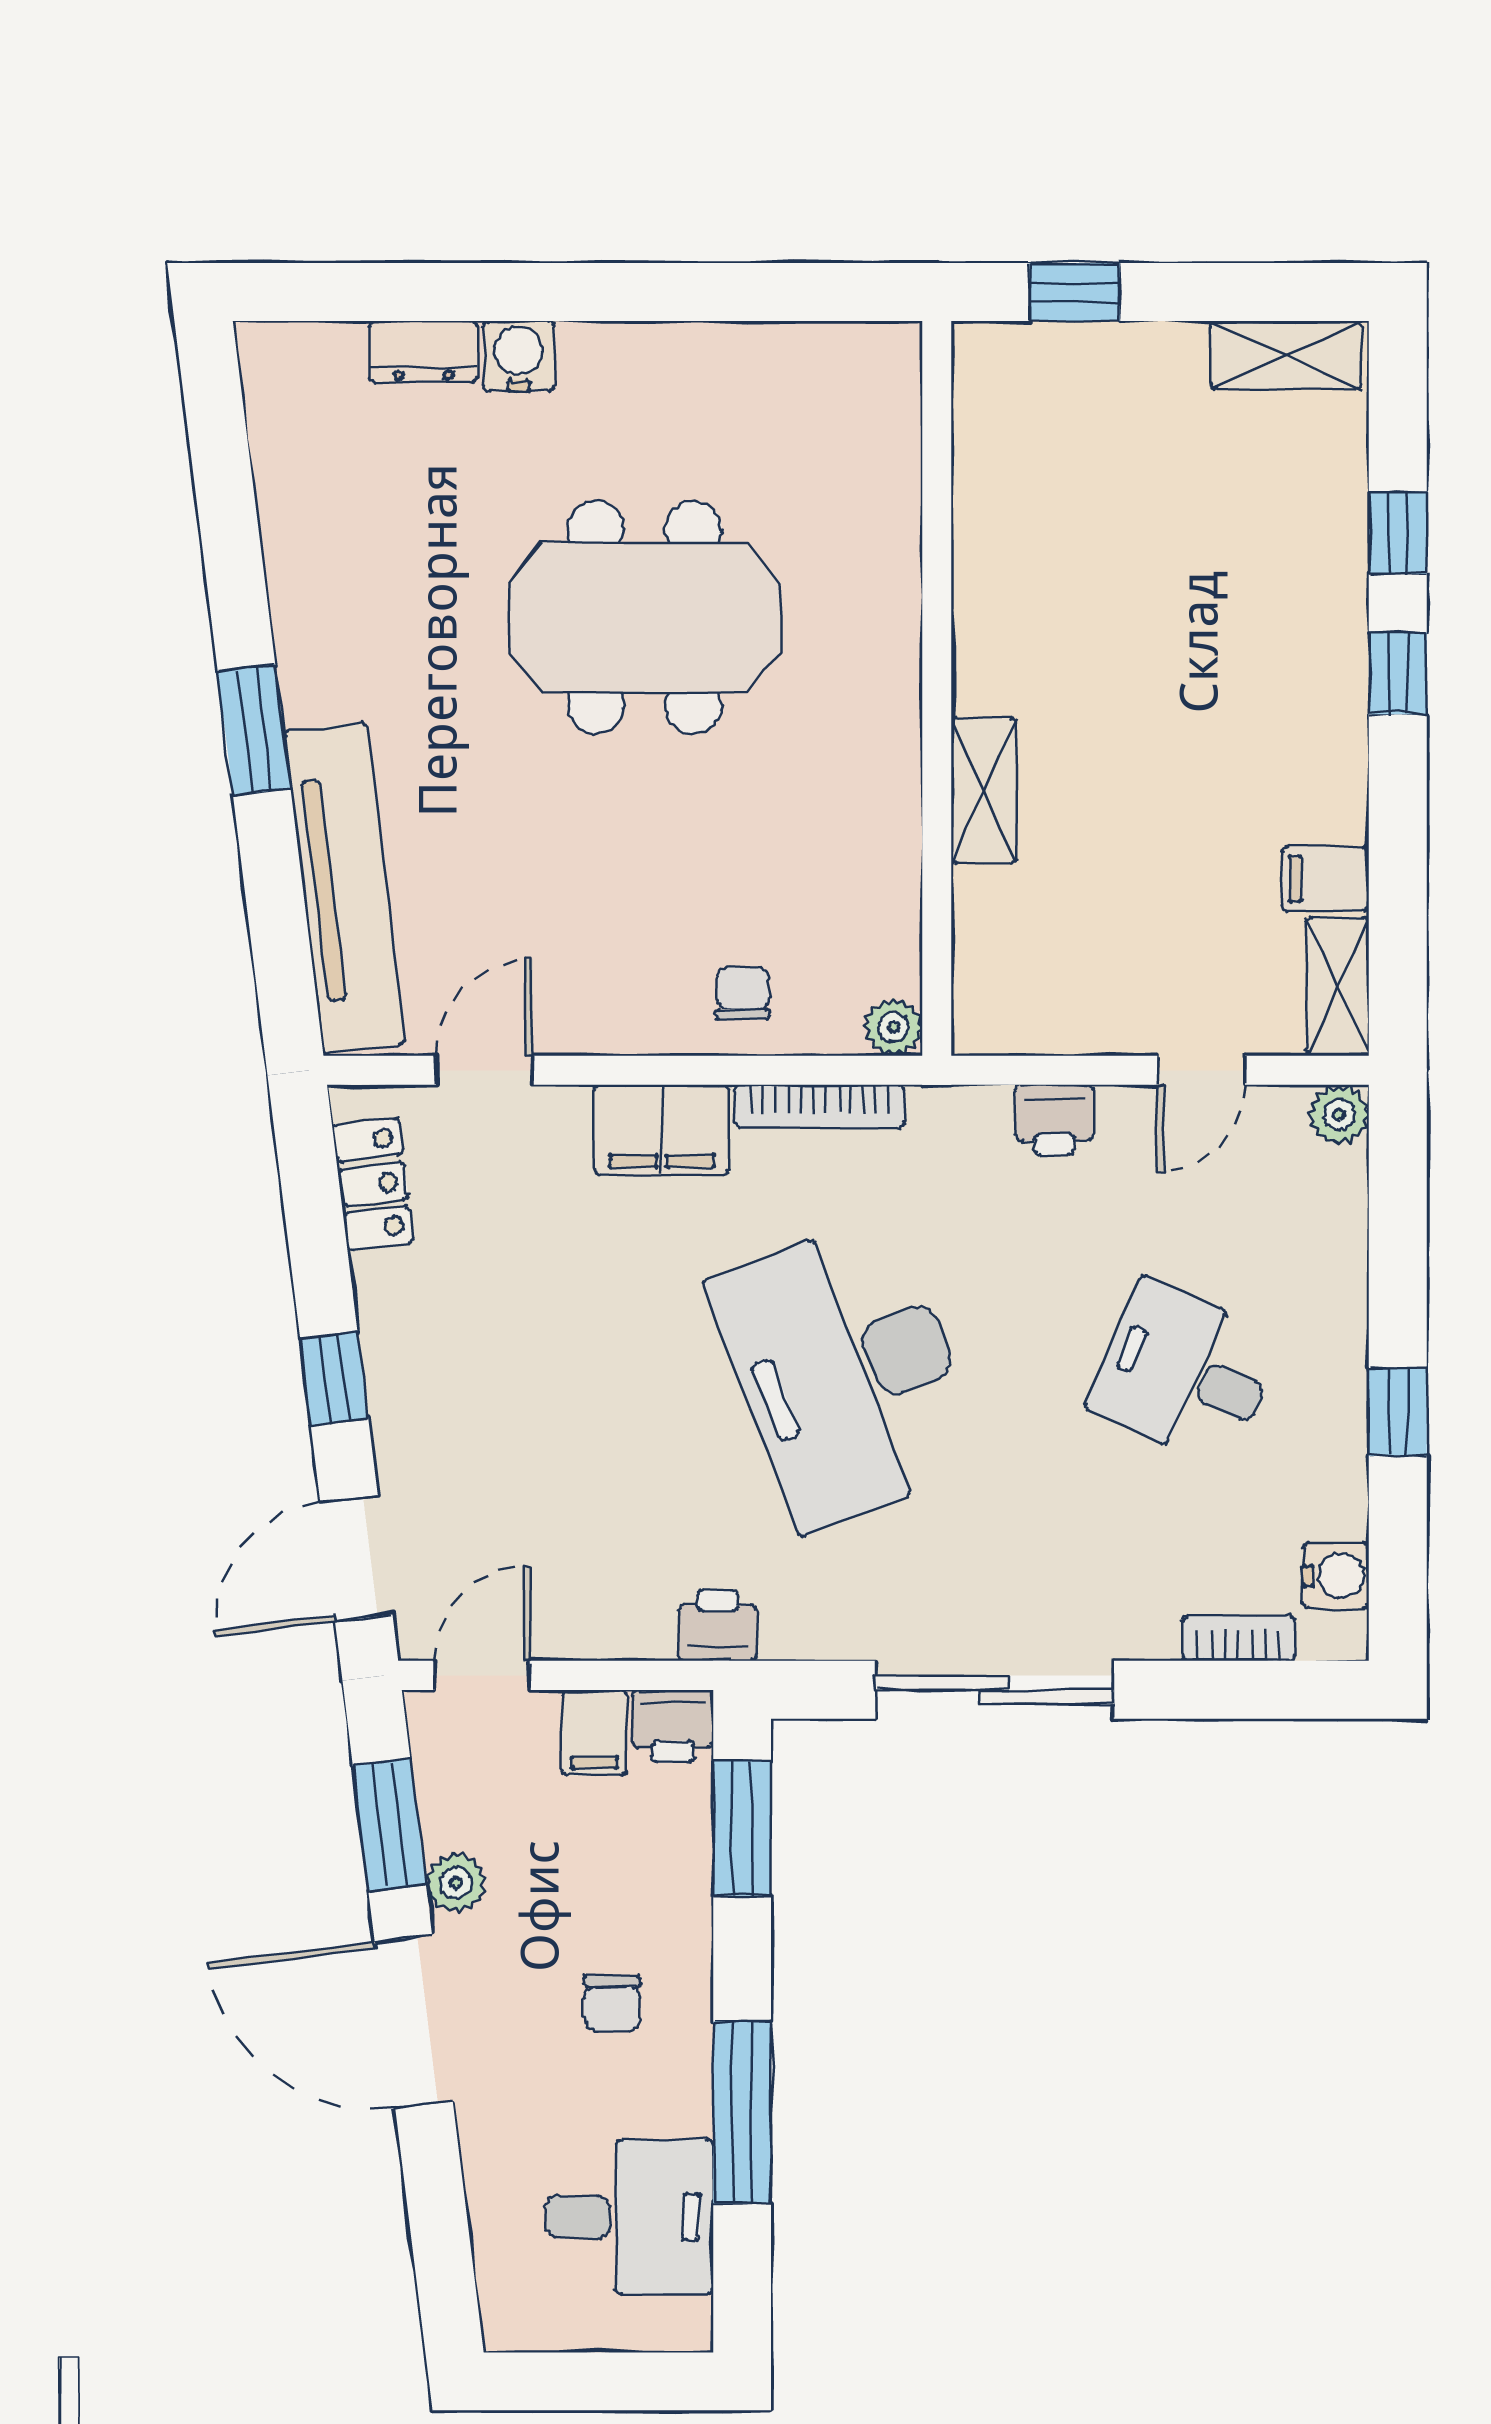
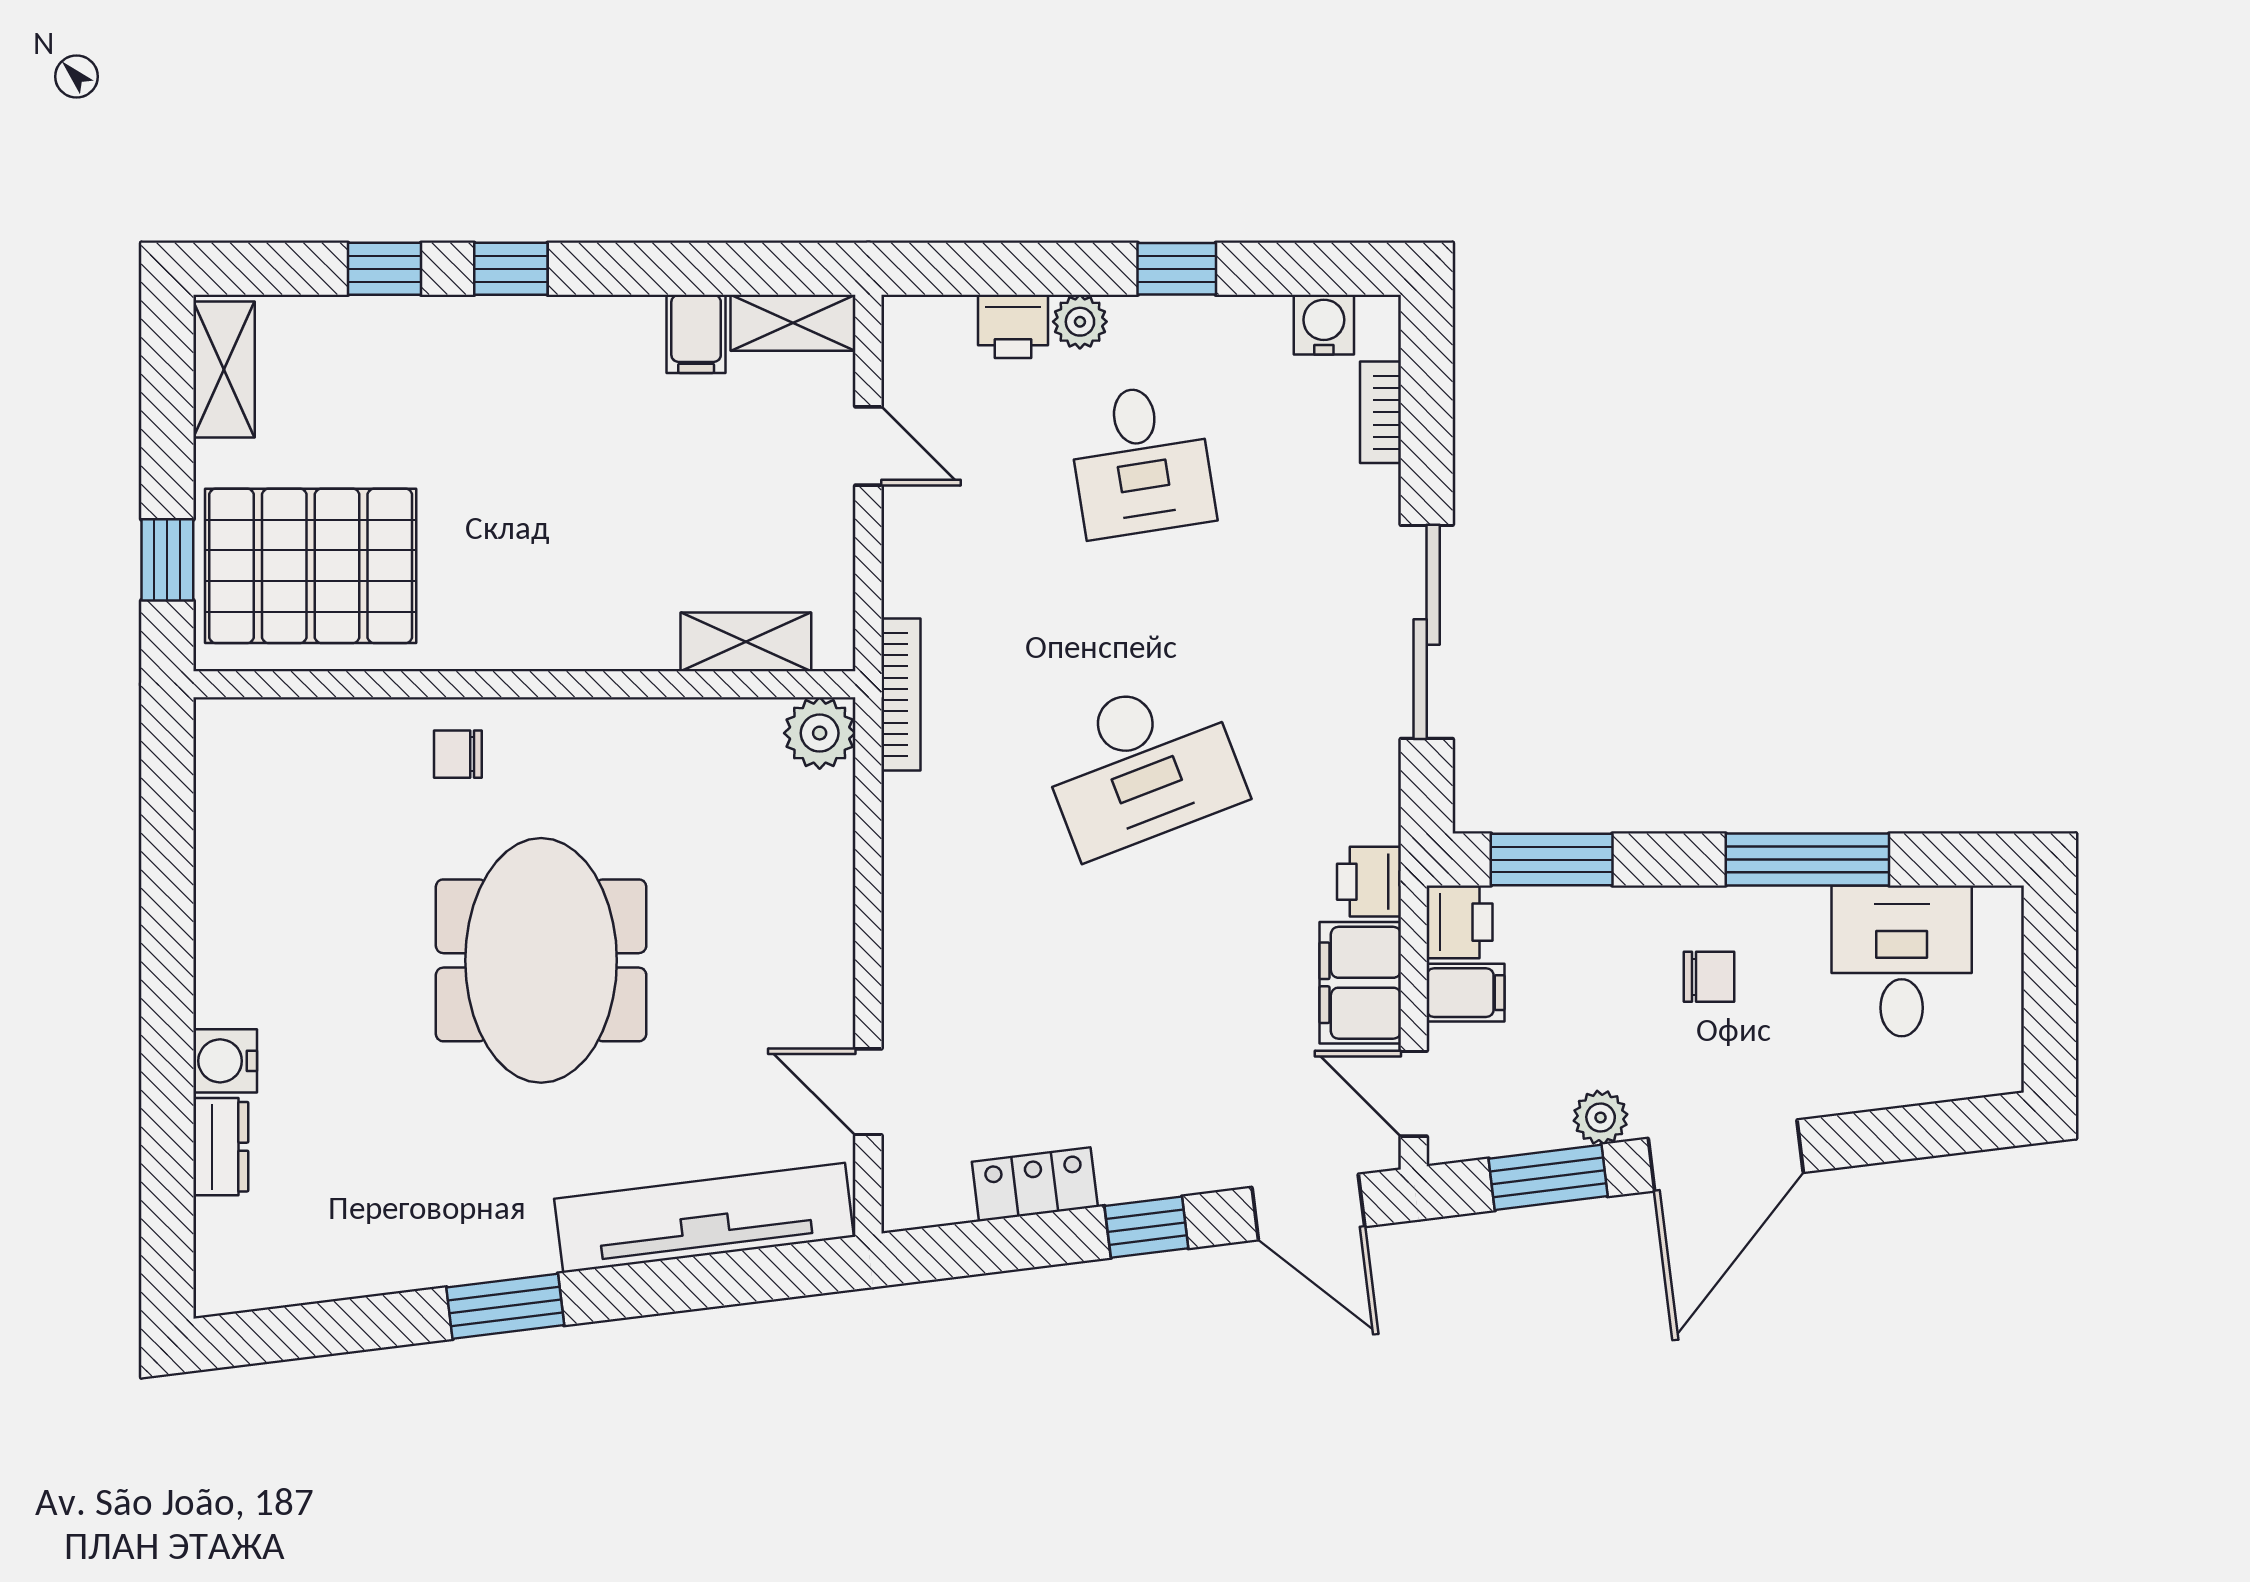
pallet: (1068, 451) -> (311, 566), added
meeting table: (645, 617) -> (541, 960), moved
window: (254, 730) -> (505, 1306), moved
shelving: (984, 791) -> (746, 642), moved
chair: (743, 993) -> (458, 754), moved
plant: (893, 1027) -> (820, 733), width x1.38, depth x1.38
bookcase: (820, 1106) -> (901, 694), moved
plant: (1339, 1115) -> (1080, 322), moved
printer: (1054, 1120) -> (1013, 326), moved, turned 90
filing cabinet: (662, 1130) -> (1360, 983), moved, turned 180
locker: (373, 1184) -> (1035, 1184), moved
desk: (847, 1373) -> (1141, 765), width x0.73, depth x0.77
desk: (1185, 1373) -> (1141, 460), turned -33

